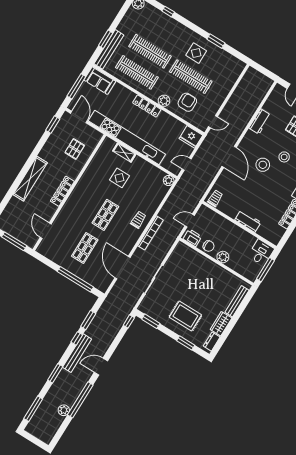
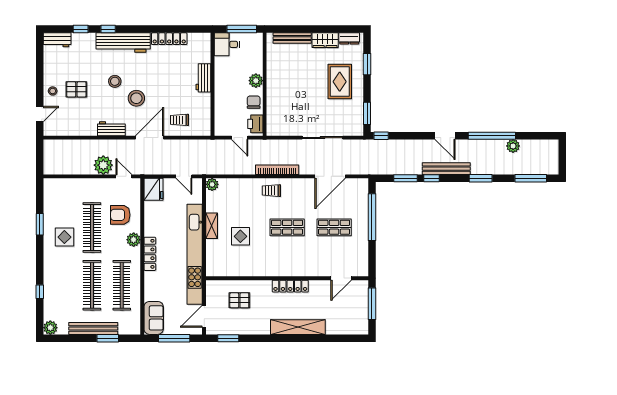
bench: (109, 49) -> (93, 328), moved
plant: (230, 112) -> (103, 165), added
workbench: (260, 121) -> (111, 129), moved
shelving: (124, 153) -> (212, 226), moved
trolley: (215, 198) -> (179, 120), moved

